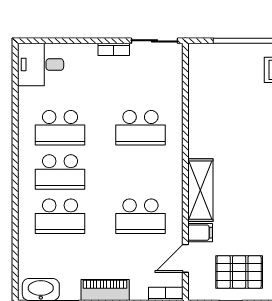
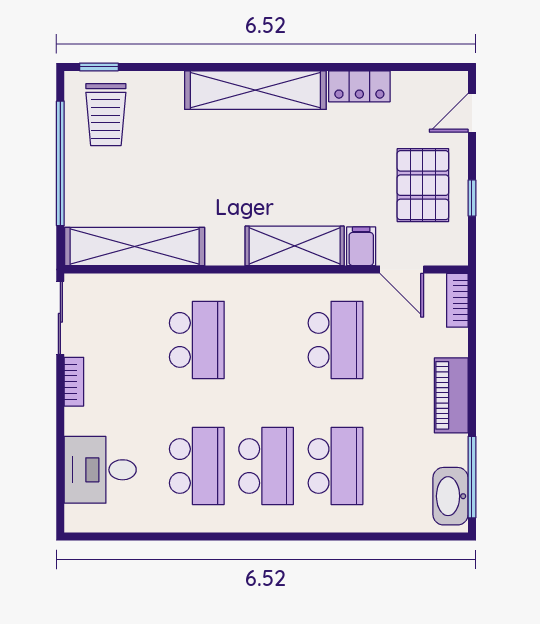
desk: (41, 65) -> (100, 470), moved, turned 90
shelving: (200, 88) -> (135, 247), added

